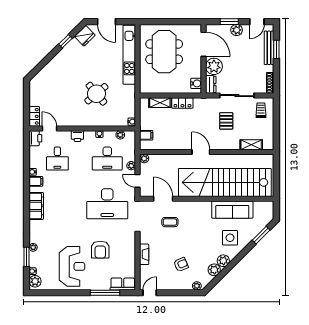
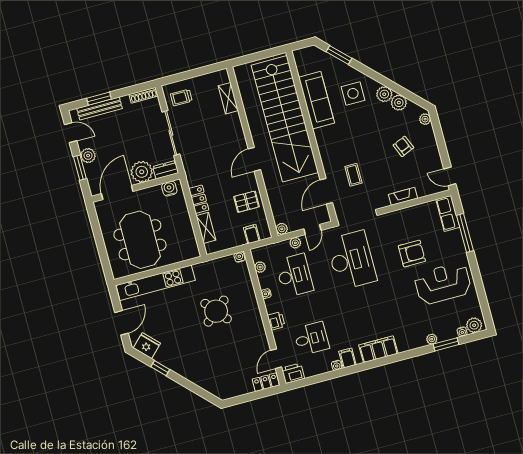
meeting table: (164, 52) -> (140, 240), turned 90
pallet: (226, 121) -> (246, 202), moved

